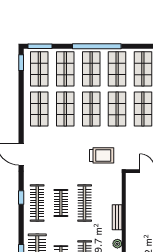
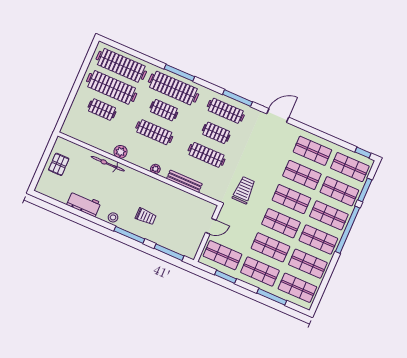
window: (40, 46) -> (365, 190), moved
trolley: (102, 155) -> (244, 190), turned 180
window: (21, 197) -> (237, 98), width x2.17
bench: (117, 217) -> (184, 181), width x1.36

